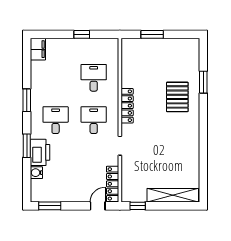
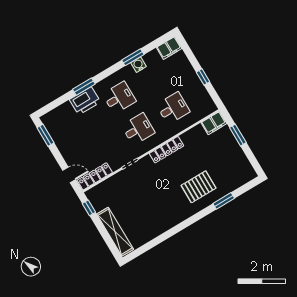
filing cabinet: (129, 49) -> (214, 123), added
window: (27, 100) -> (133, 57), moved
water cooler: (36, 173) -> (139, 65), moved

